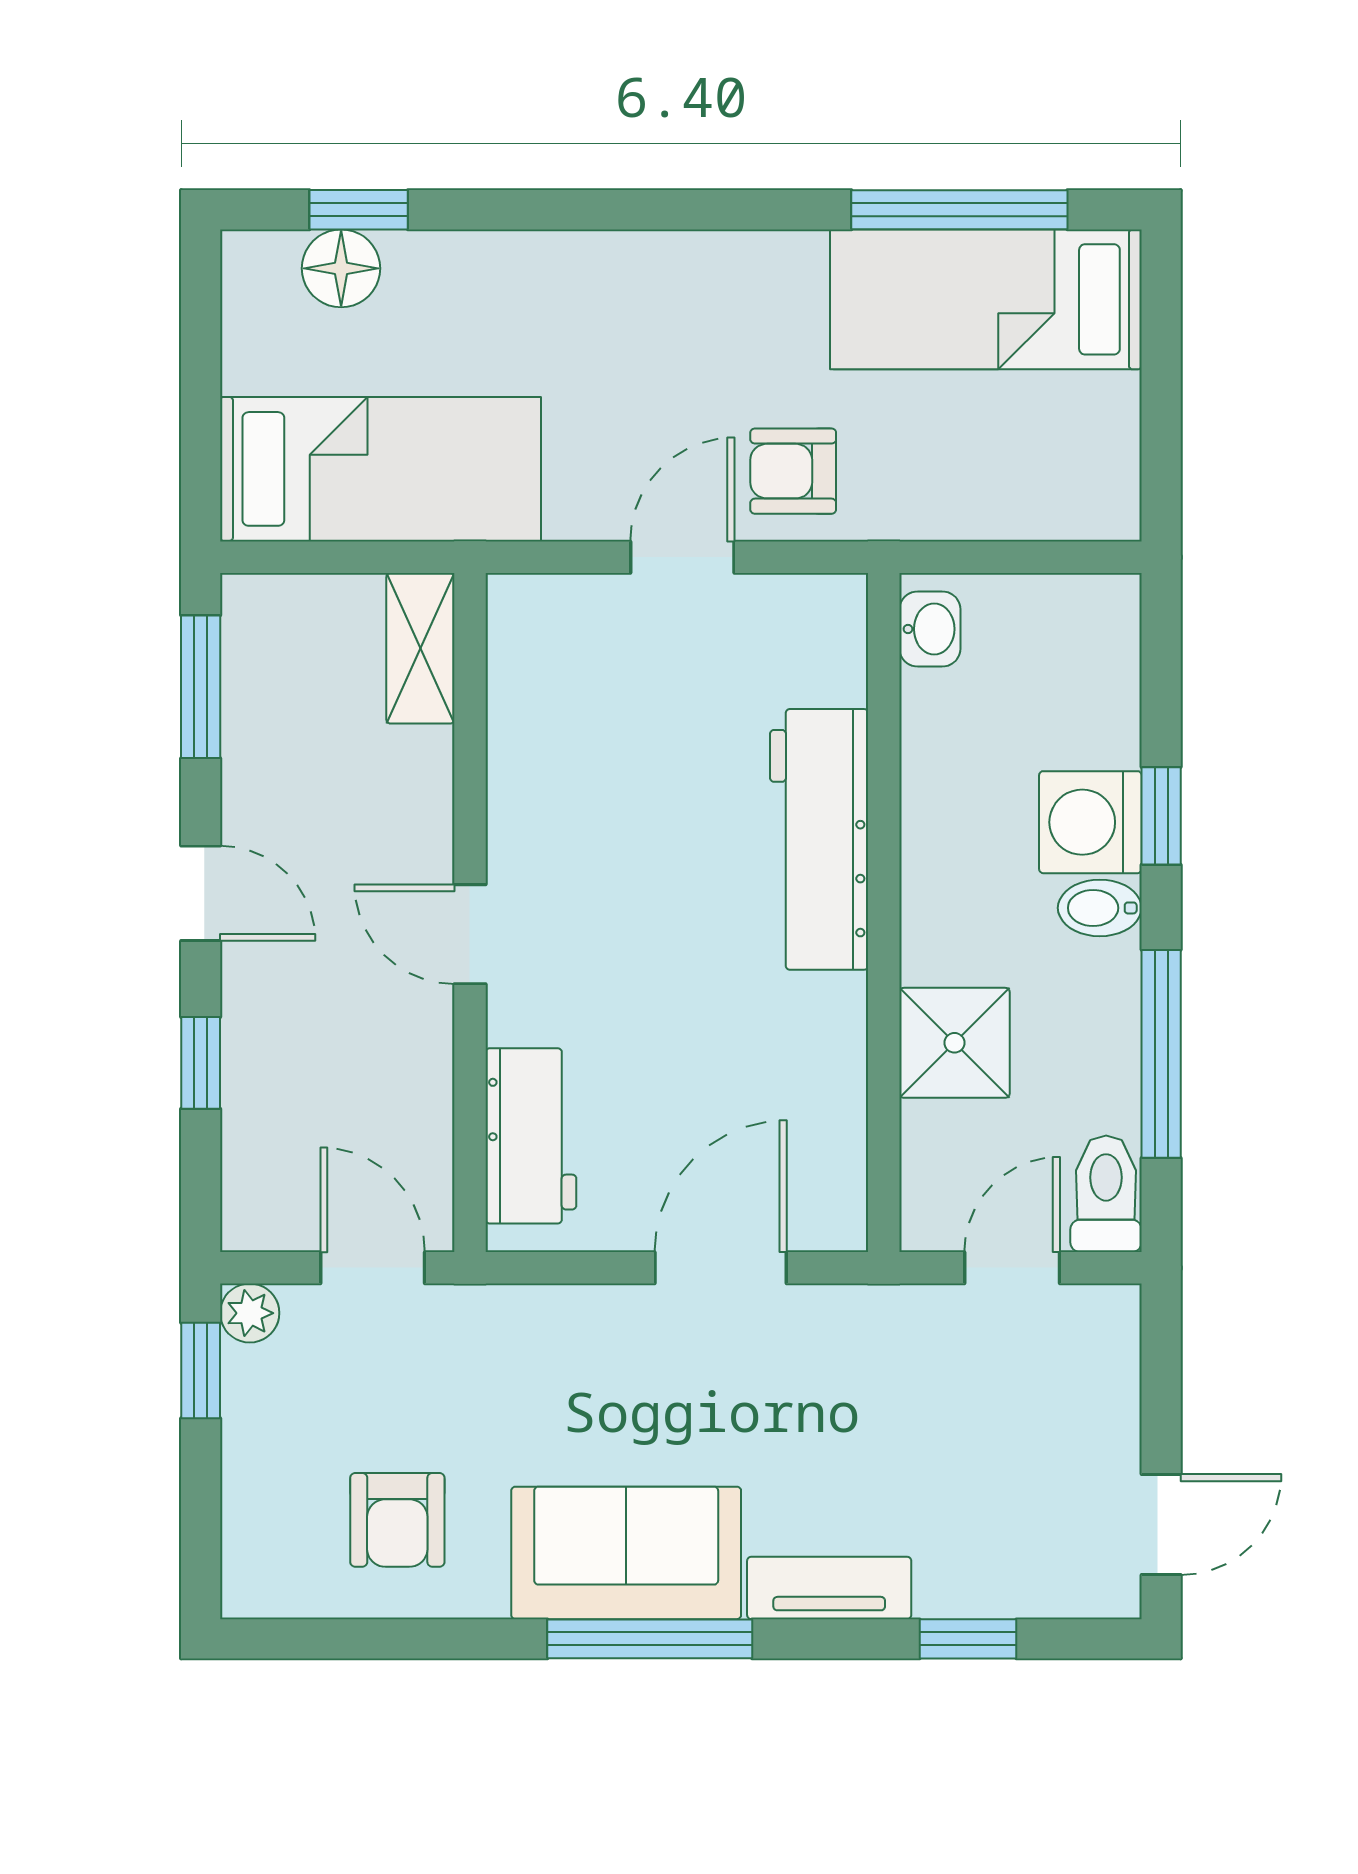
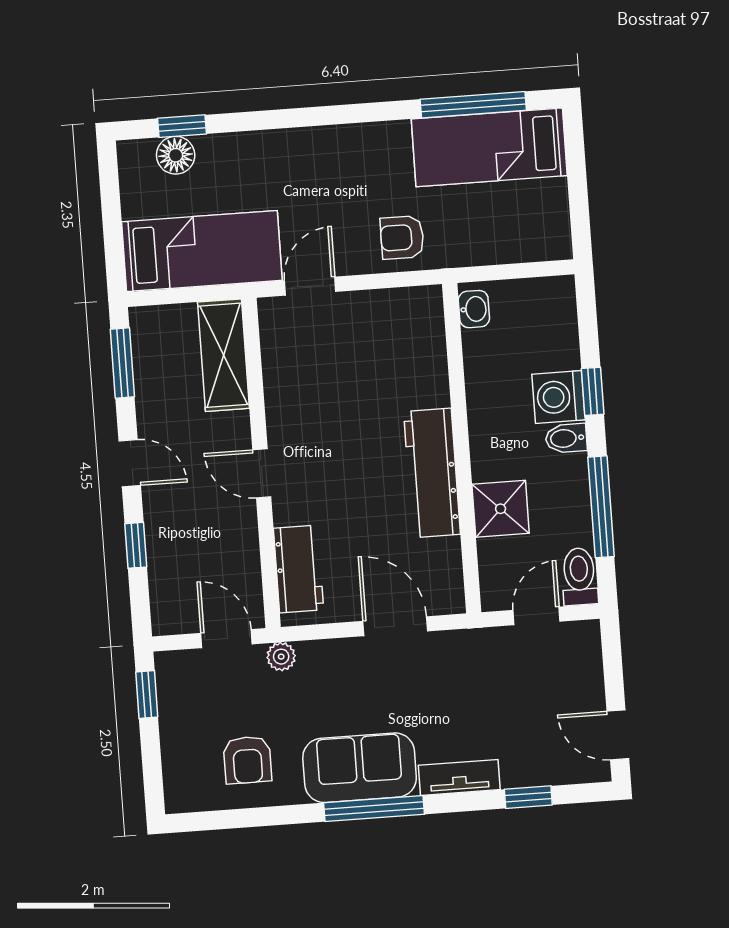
door: (682, 557) -> (310, 286), moved
shelving: (420, 648) -> (223, 355), width x1.50, depth x1.33
workbench: (819, 839) -> (432, 473), moved
door: (721, 1268) -> (395, 626), hinge flipped
plant: (250, 1313) -> (281, 657), moved
door: (1161, 1524) -> (618, 735), swing flipped

